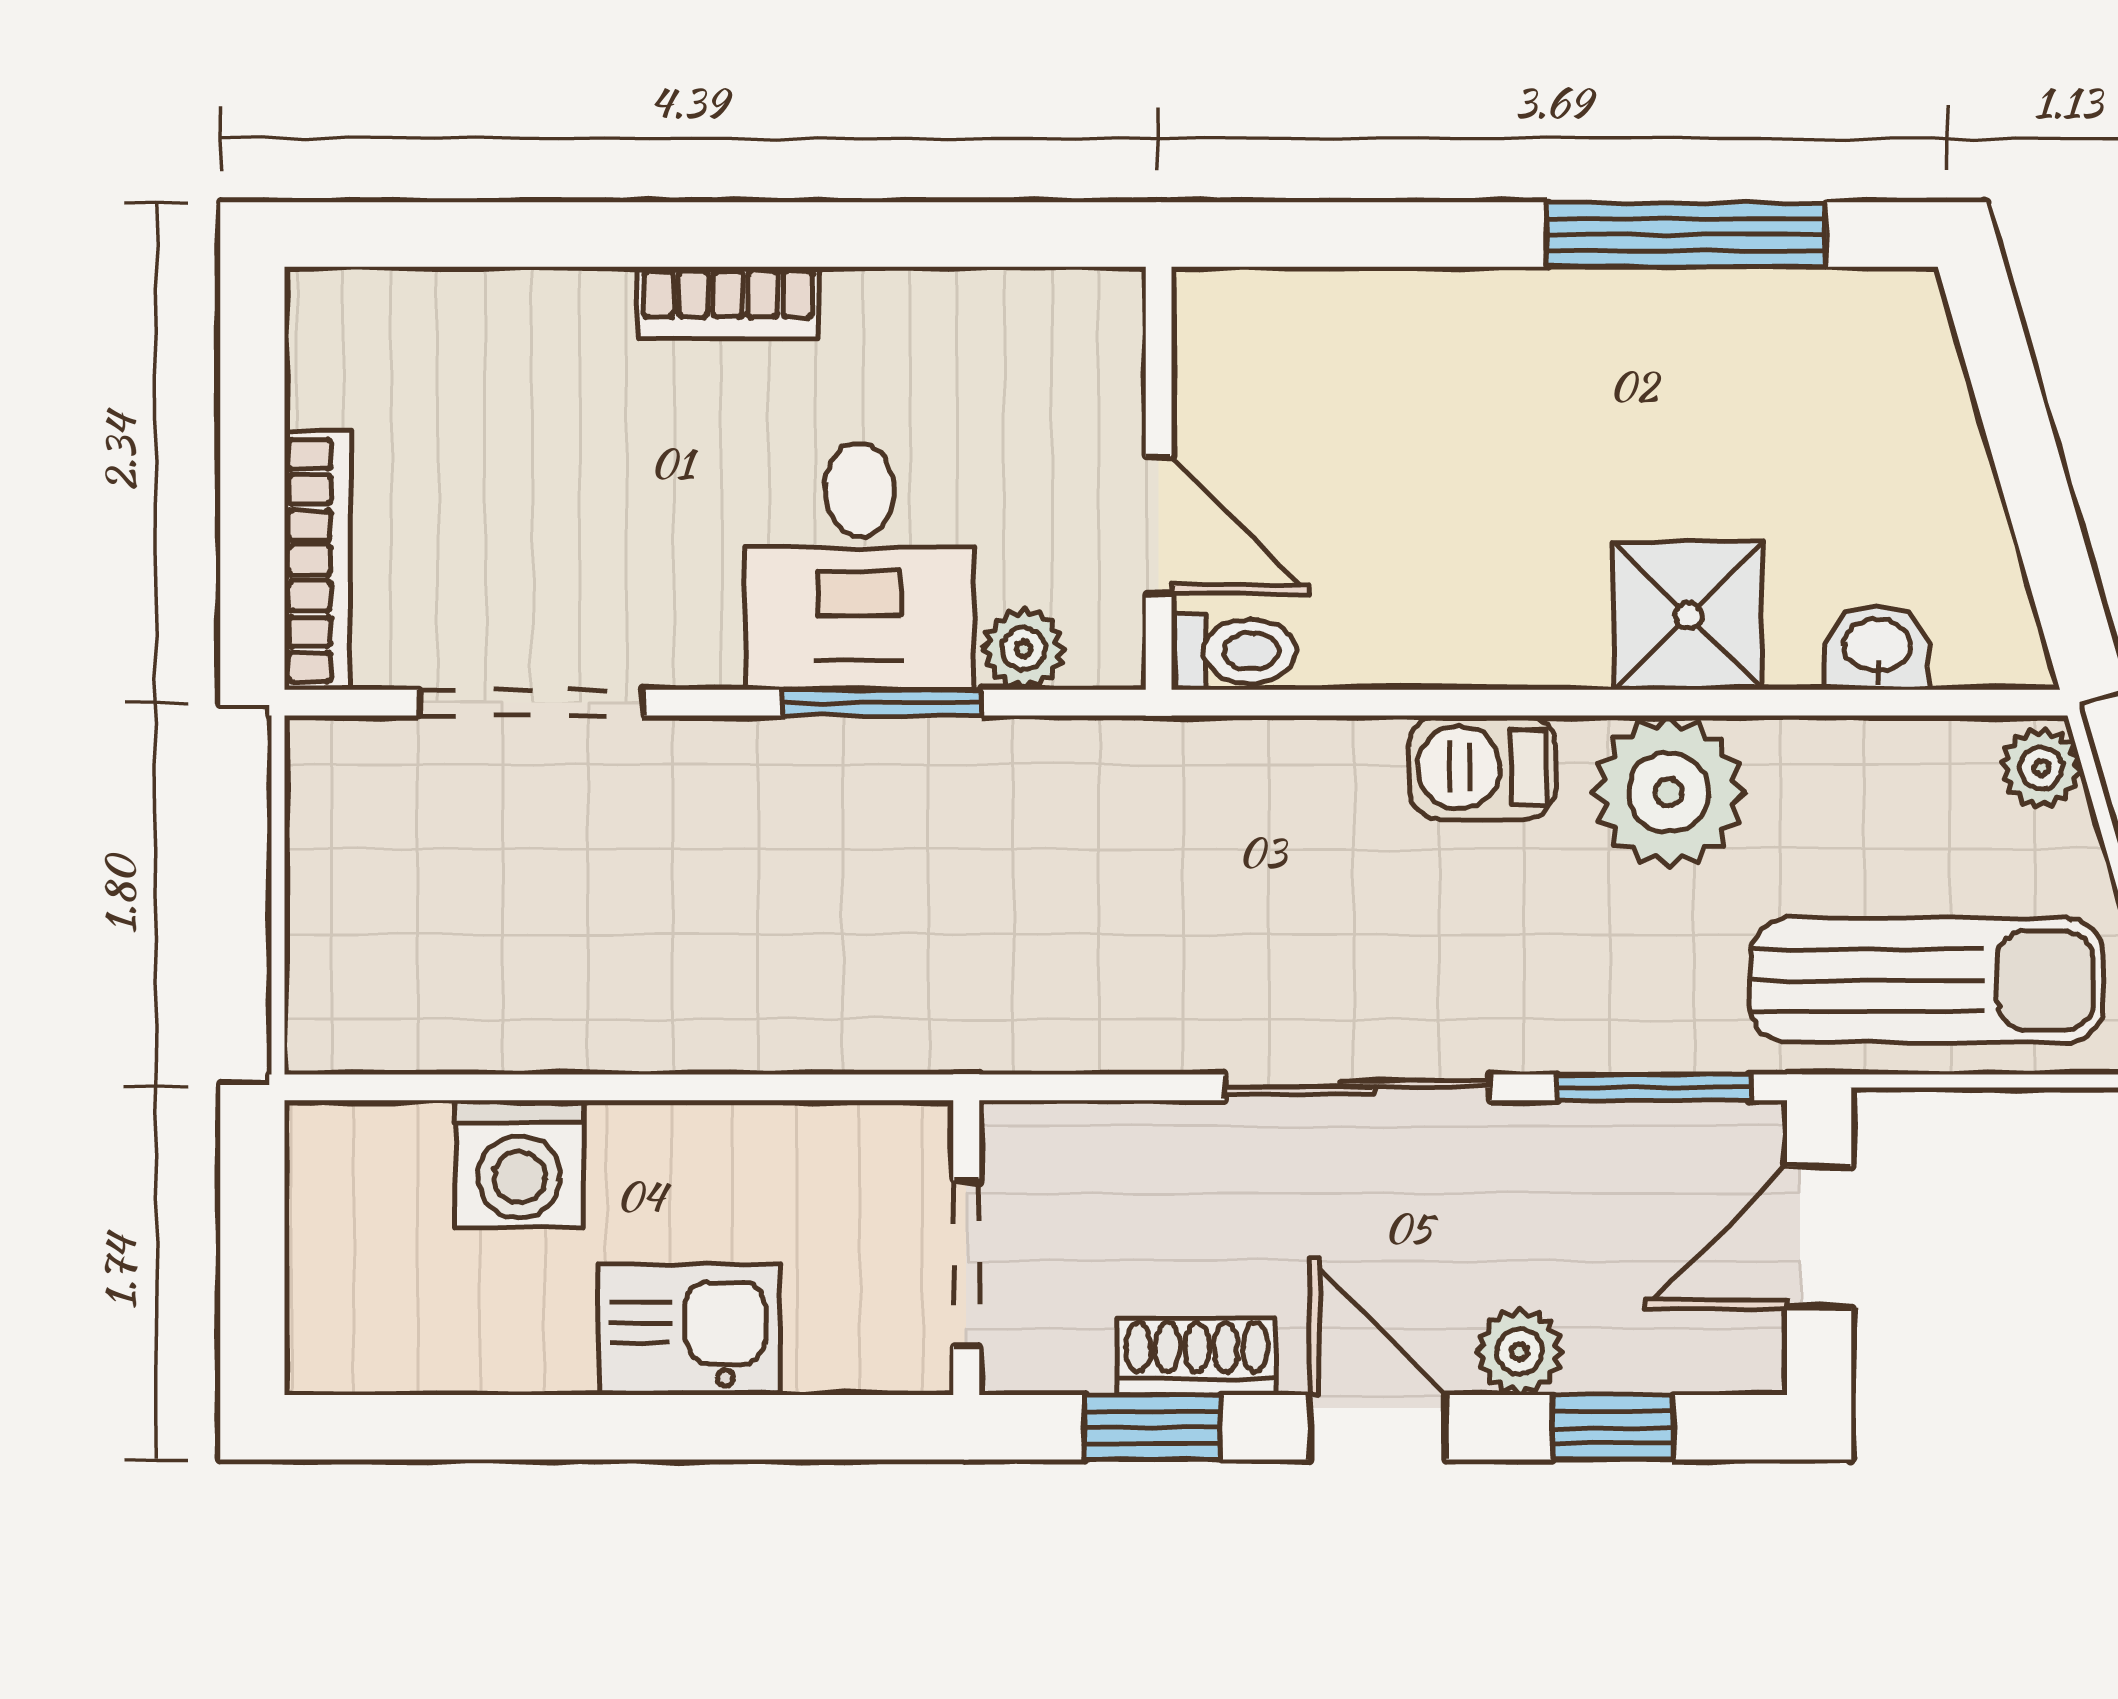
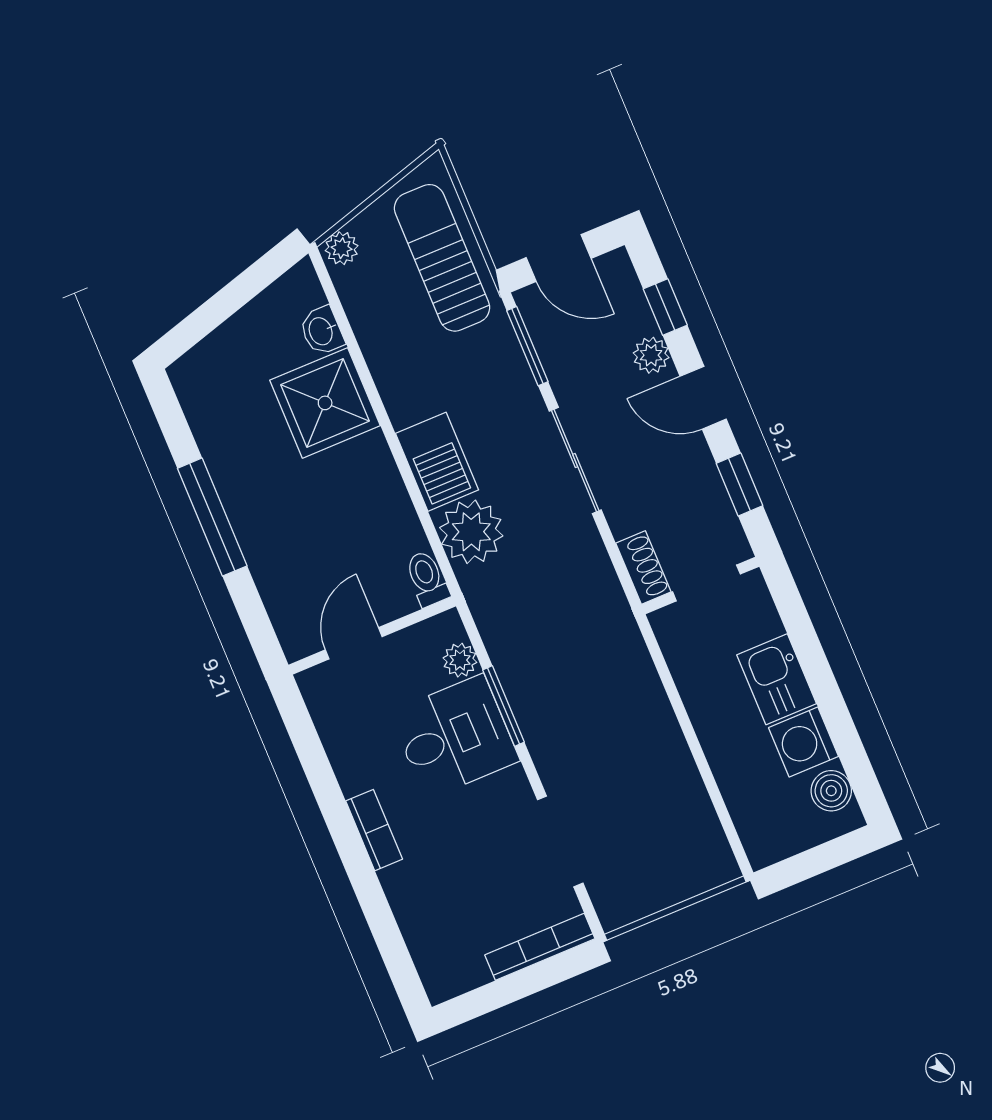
window: (1686, 235) -> (212, 517), moved
door: (1159, 526) -> (354, 643), moved
shower: (1688, 616) -> (325, 403), width x1.36, depth x1.36
barbecue: (1482, 768) -> (437, 462), width x1.38, depth x1.27
plant: (1669, 792) -> (471, 532), moved
washing machine: (519, 1164) -> (804, 742), moved, turned 180
boiler: (393, 1347) -> (831, 791), added
shoe rack: (1197, 1357) -> (643, 568), moved, turned 180
door: (1378, 1427) -> (703, 398), hinge flipped

